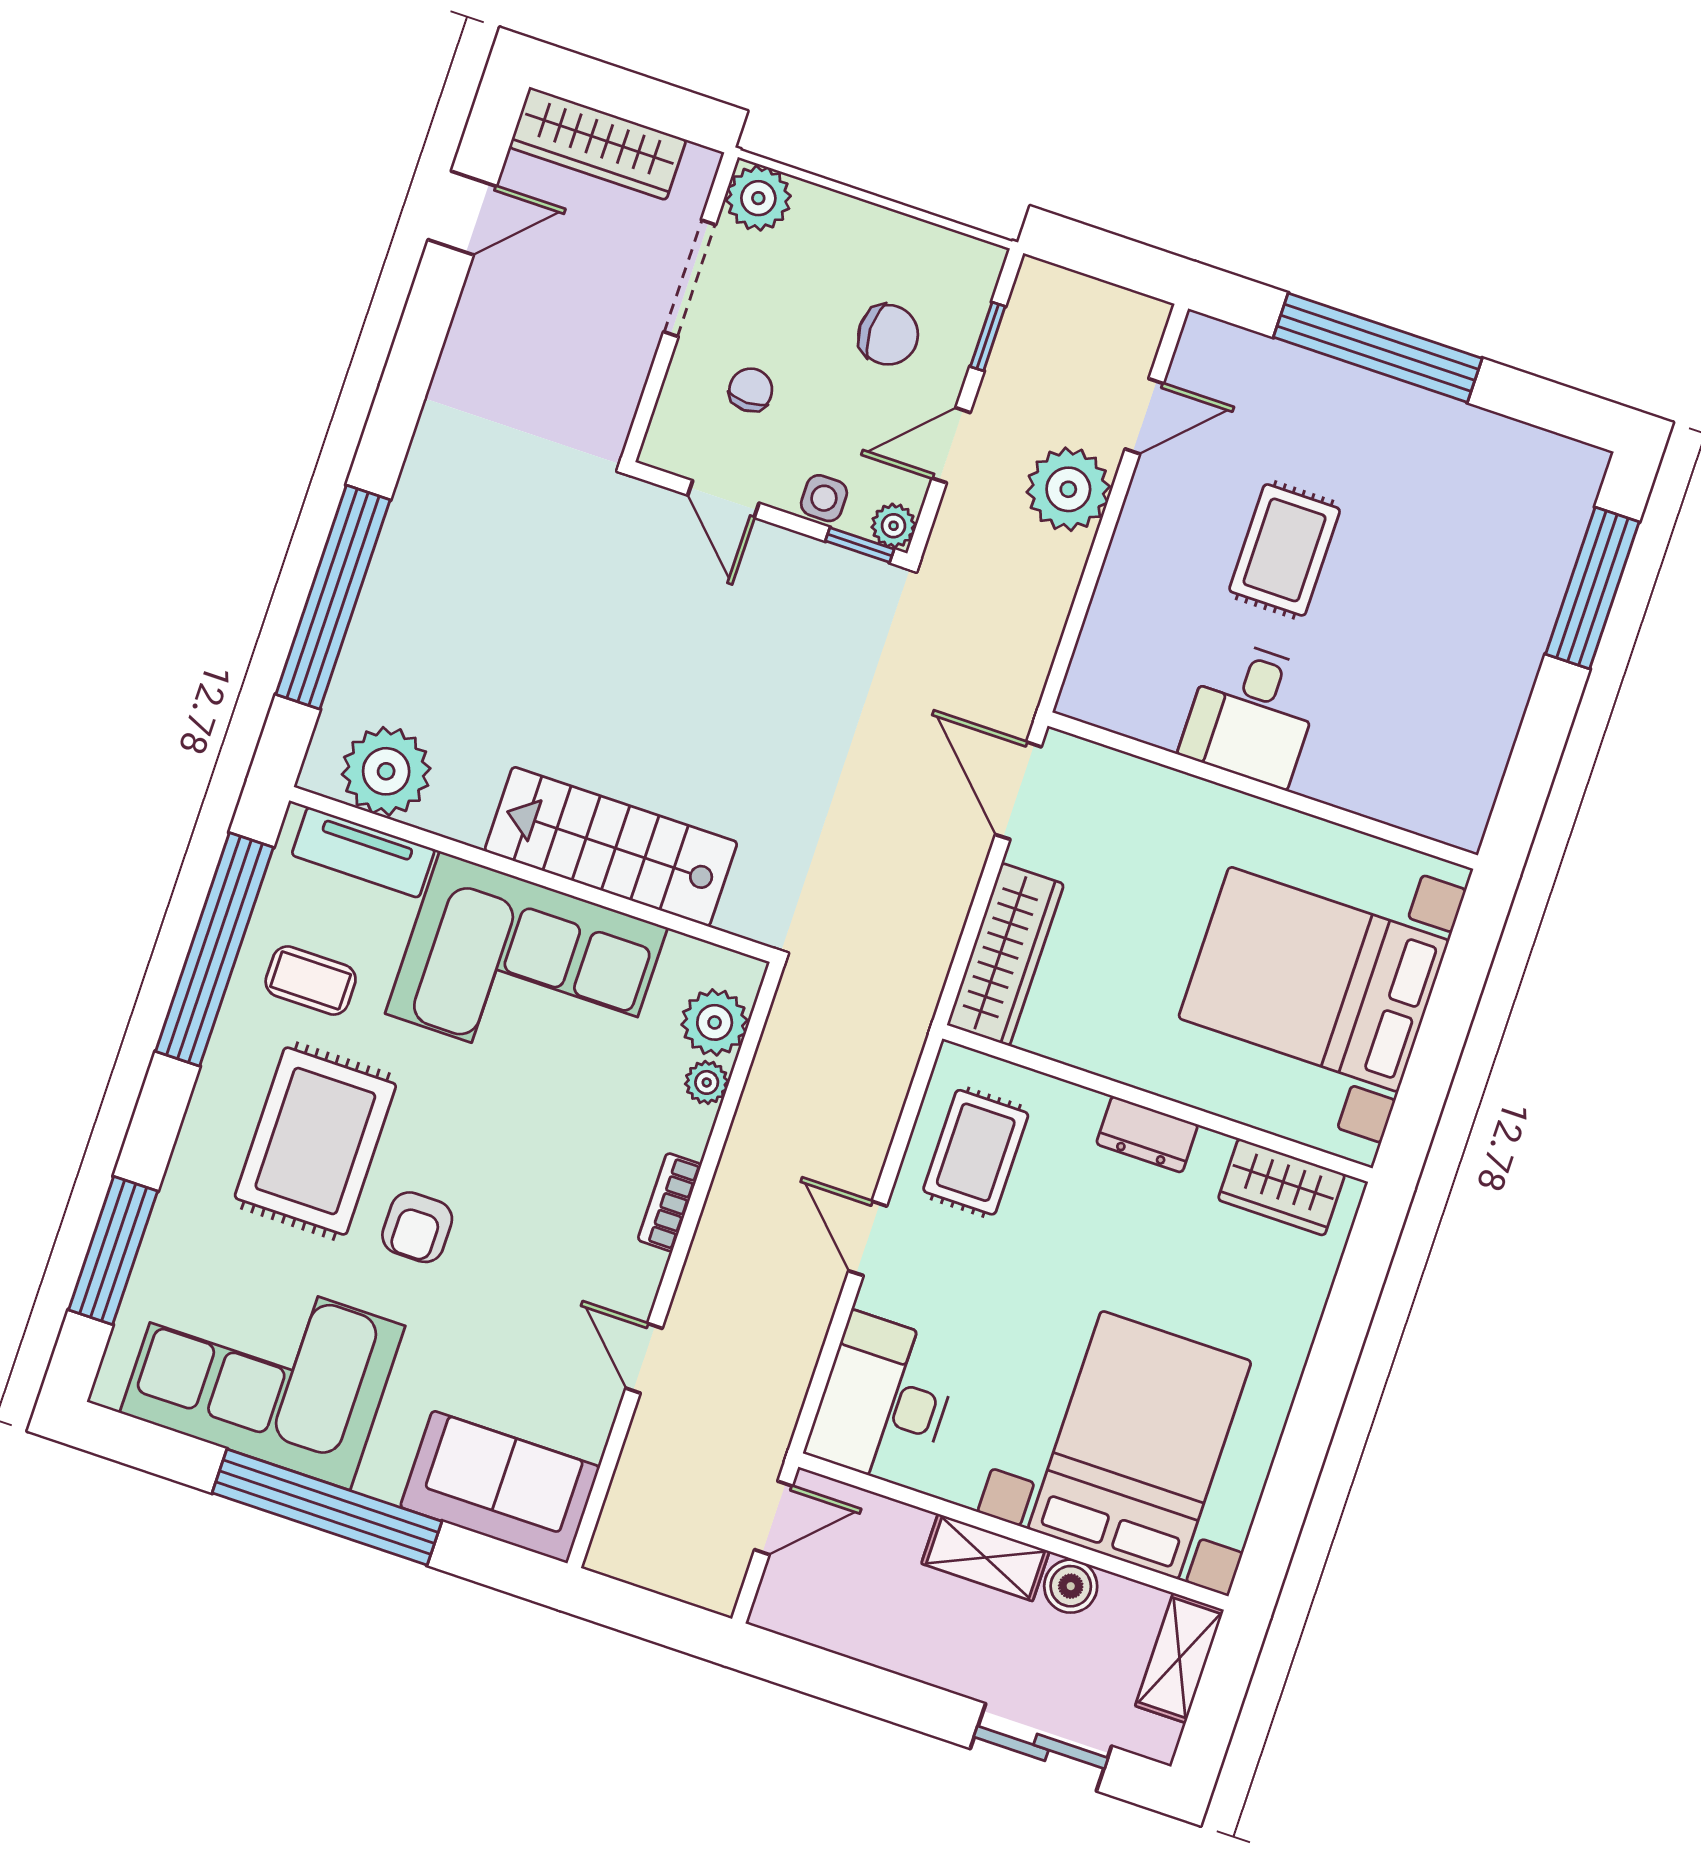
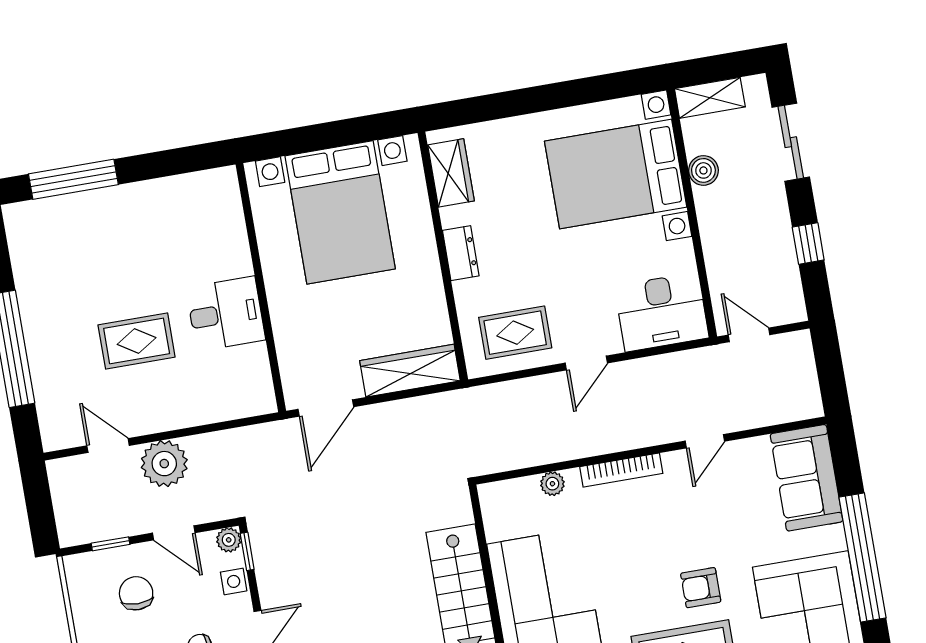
plant: (715, 1022) -> (521, 496), removed
bookcase: (670, 1202) -> (621, 470), width x1.56
armchair: (417, 1227) -> (701, 588), turned 180
shelving: (985, 1557) -> (712, 220), removed
window: (867, 1689) -> (808, 243), added

